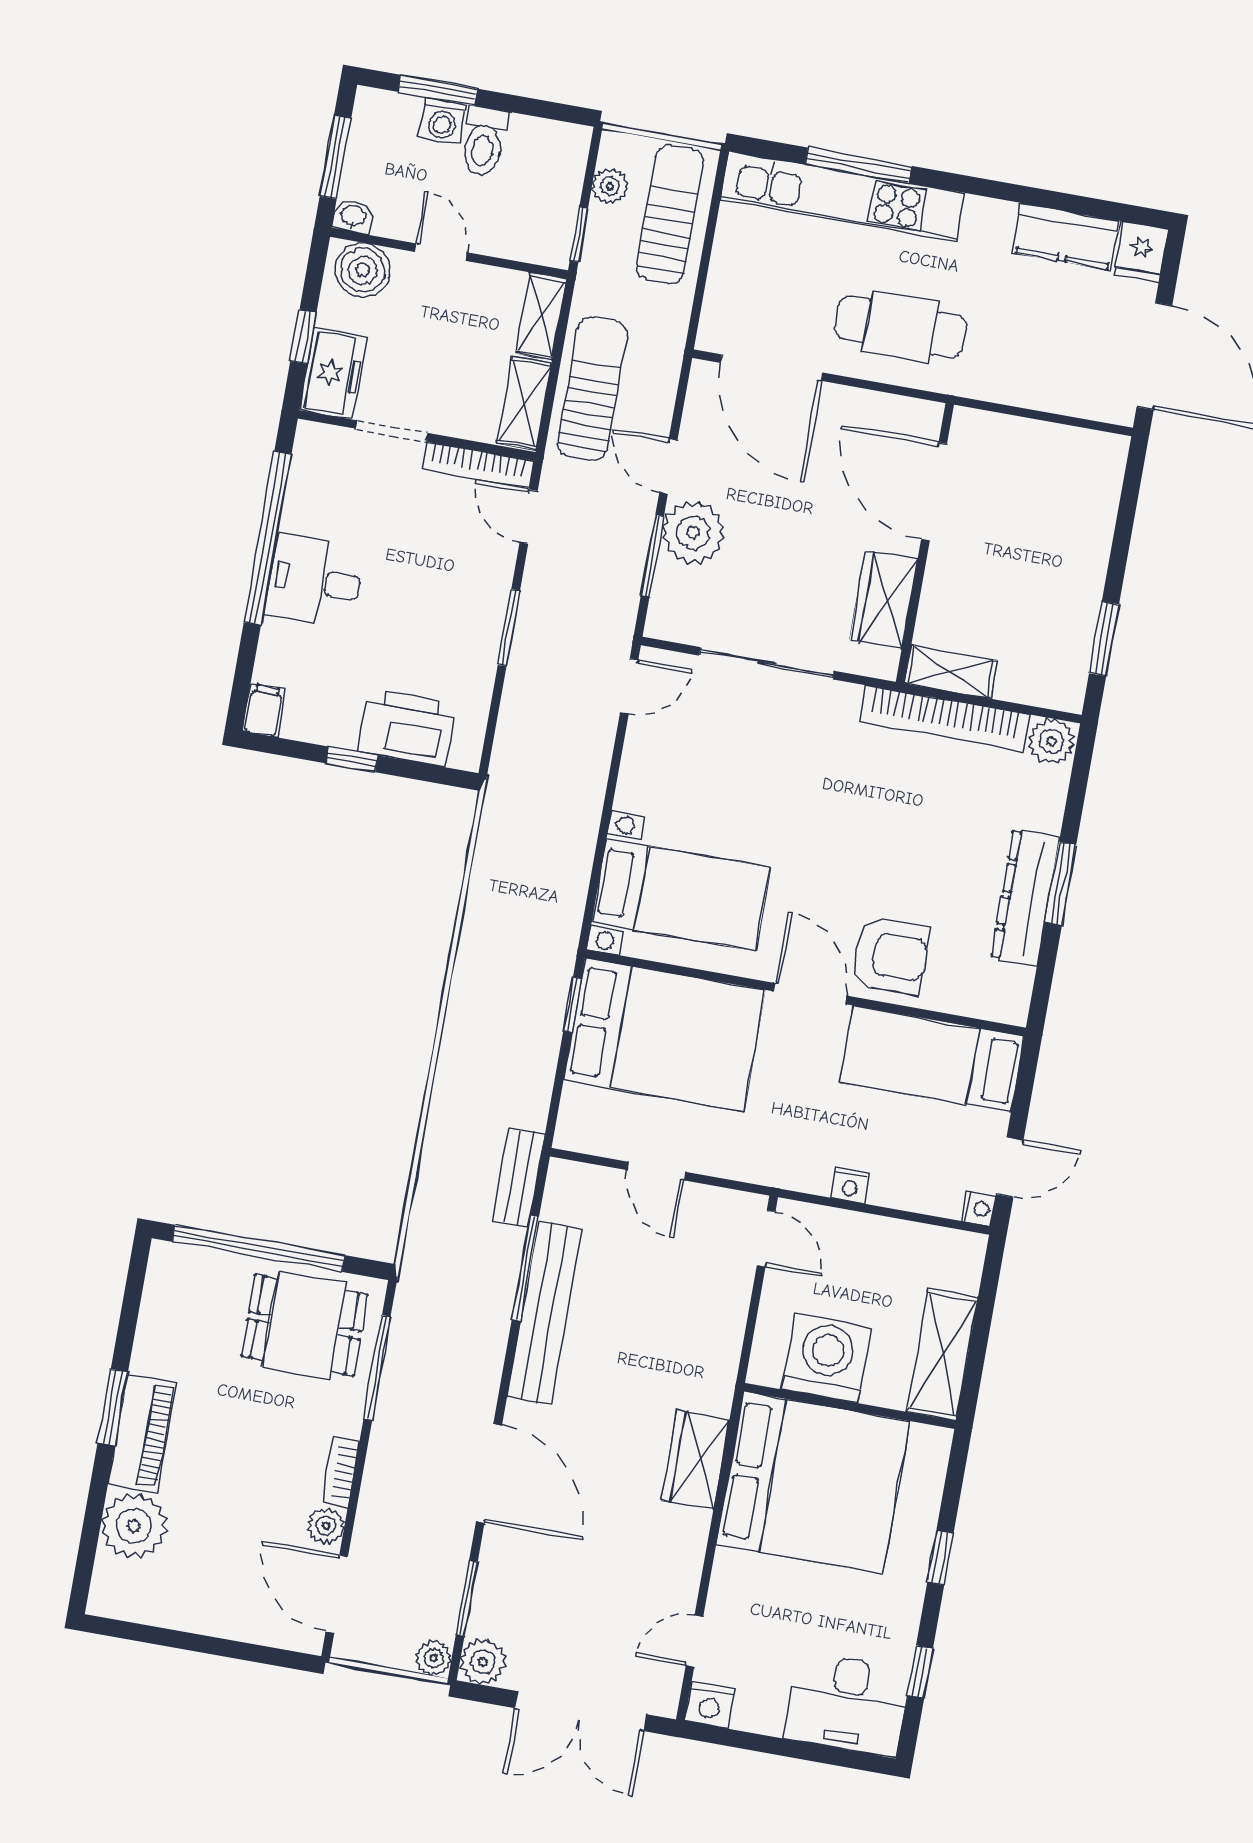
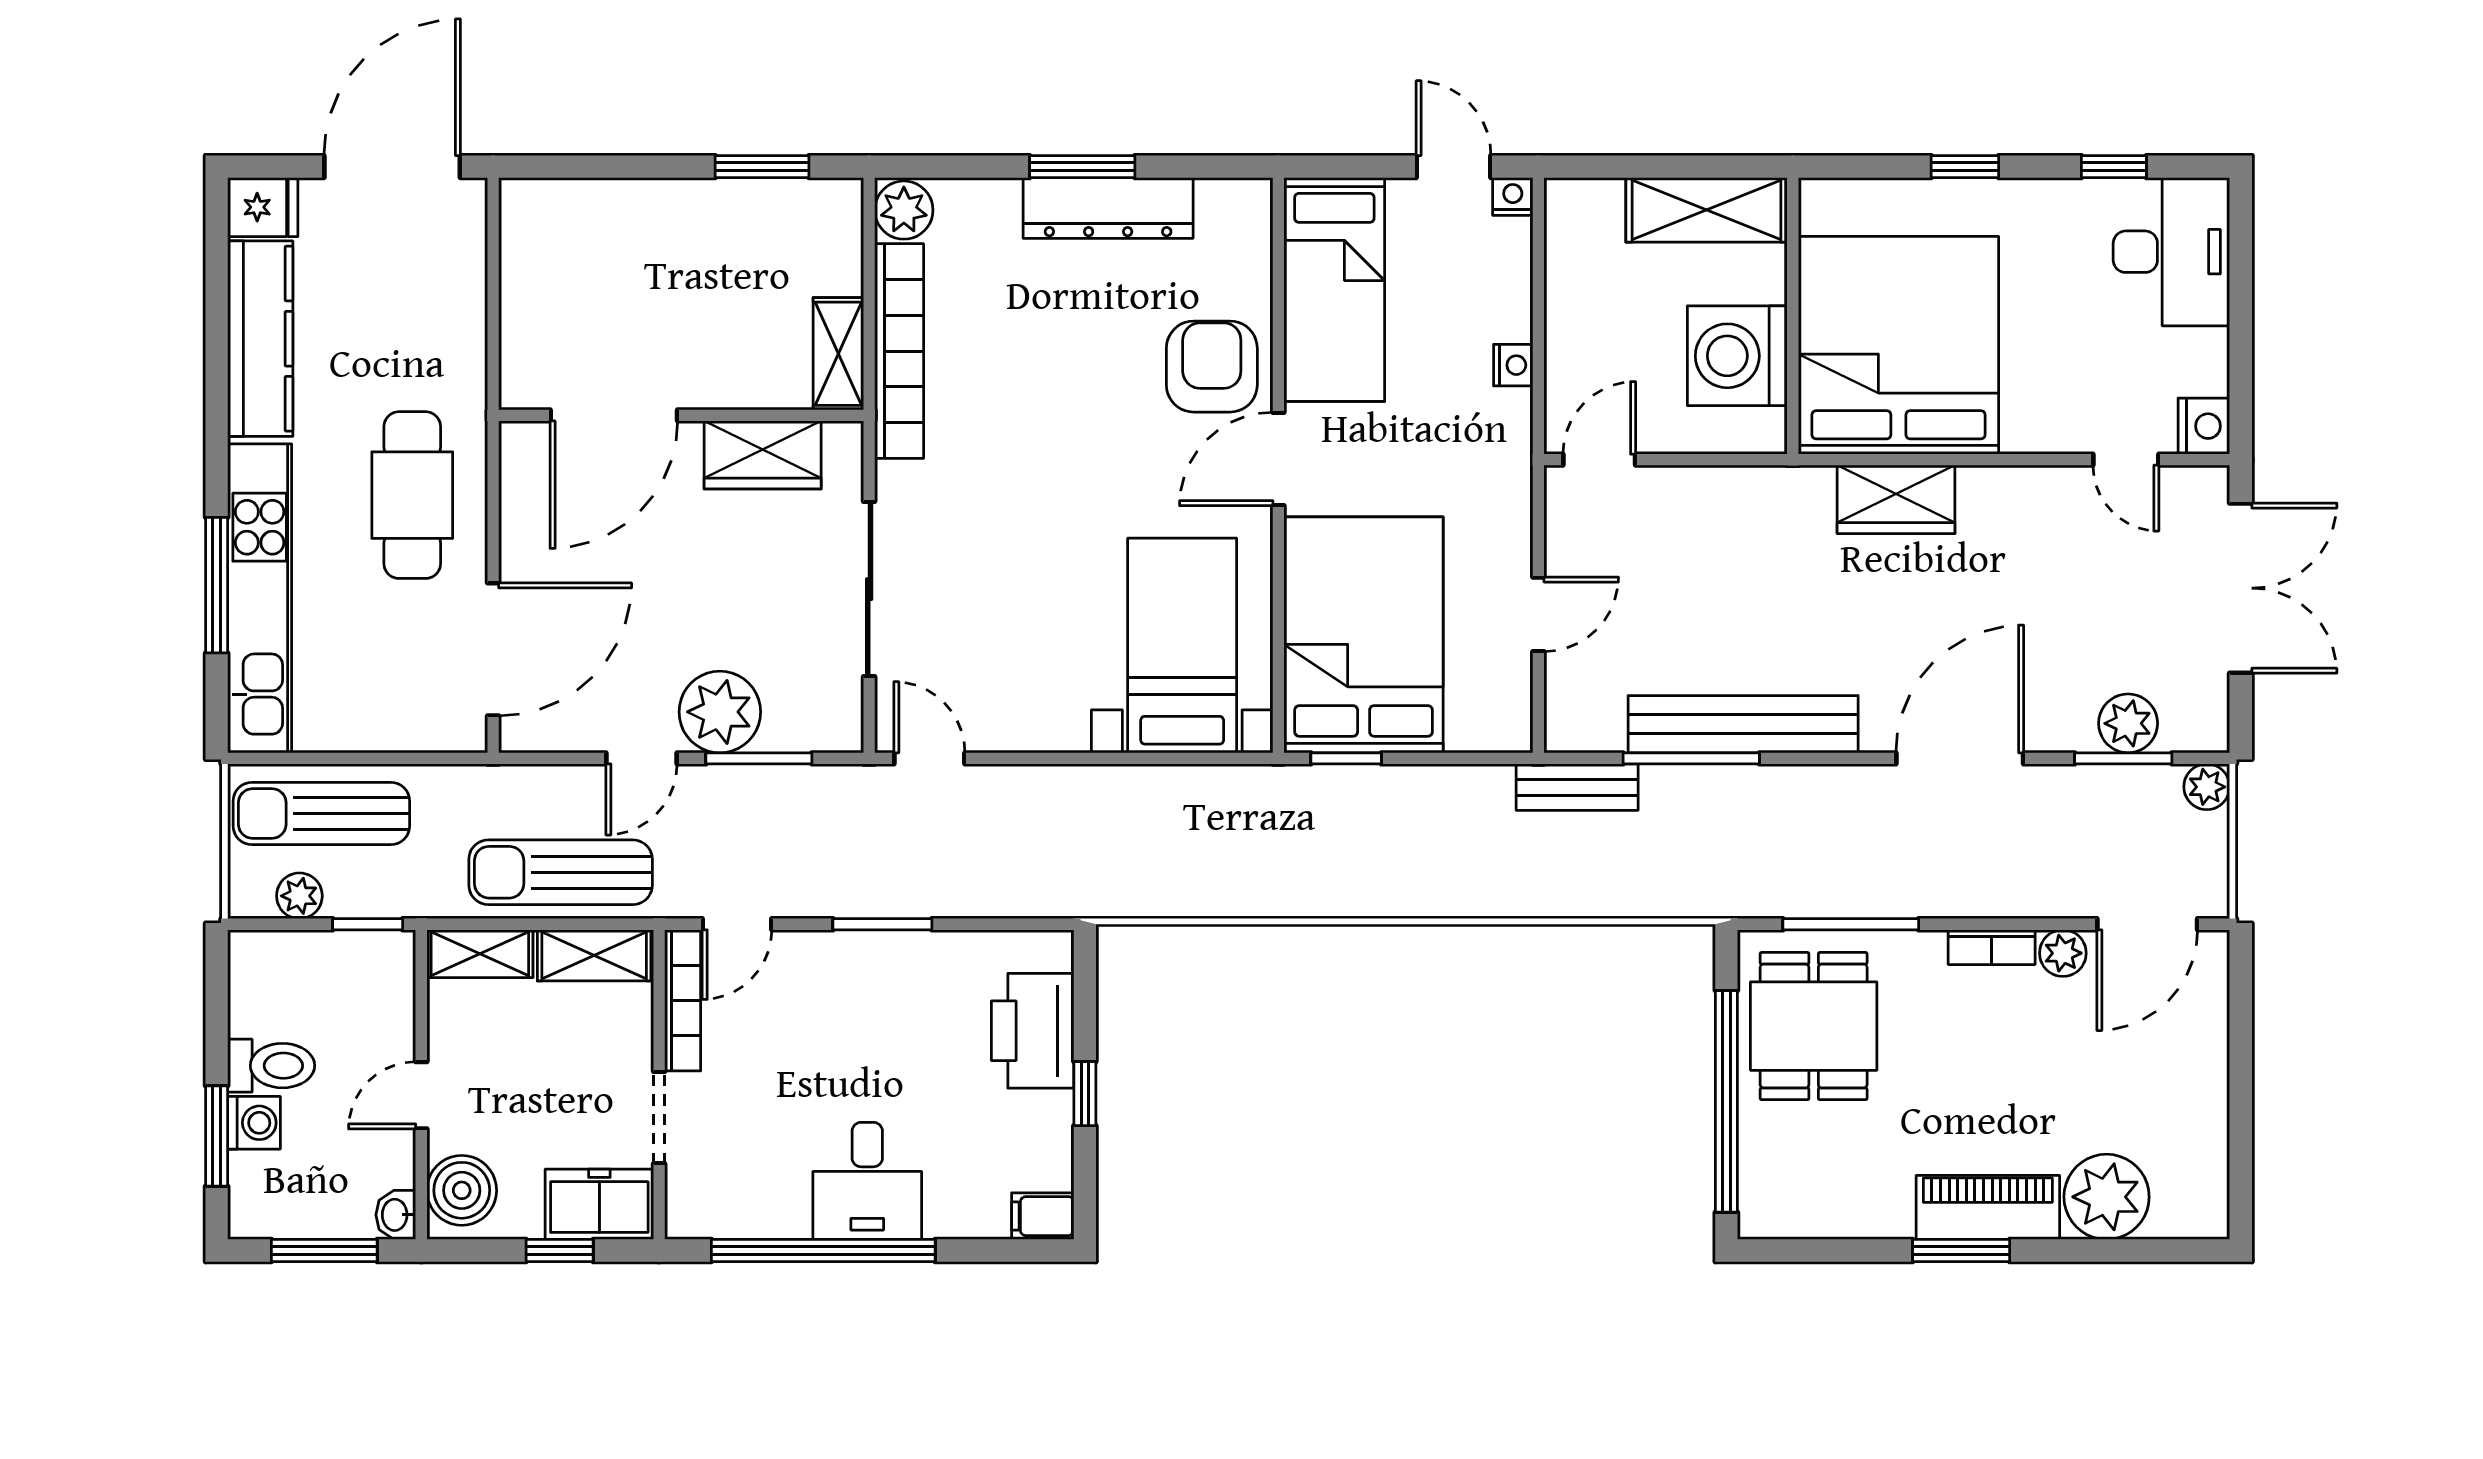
kitchen counter: (1066, 237) -> (260, 339), width x1.50
plant: (483, 1662) -> (2128, 723), moved

